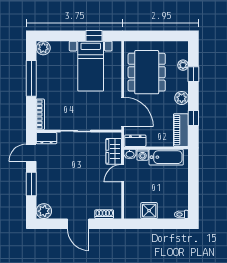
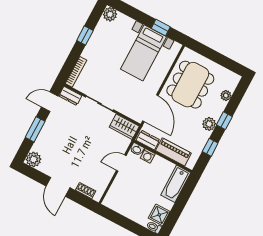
window: (193, 74) -> (224, 121), moved
window: (31, 78) -> (85, 36), width x0.46
piano: (181, 130) -> (173, 152), moved, turned 90
wardrobe: (114, 151) -> (124, 127), moved, turned -90
bathtub: (166, 157) -> (176, 184), moved, turned 90
shower: (149, 211) -> (159, 215), moved

